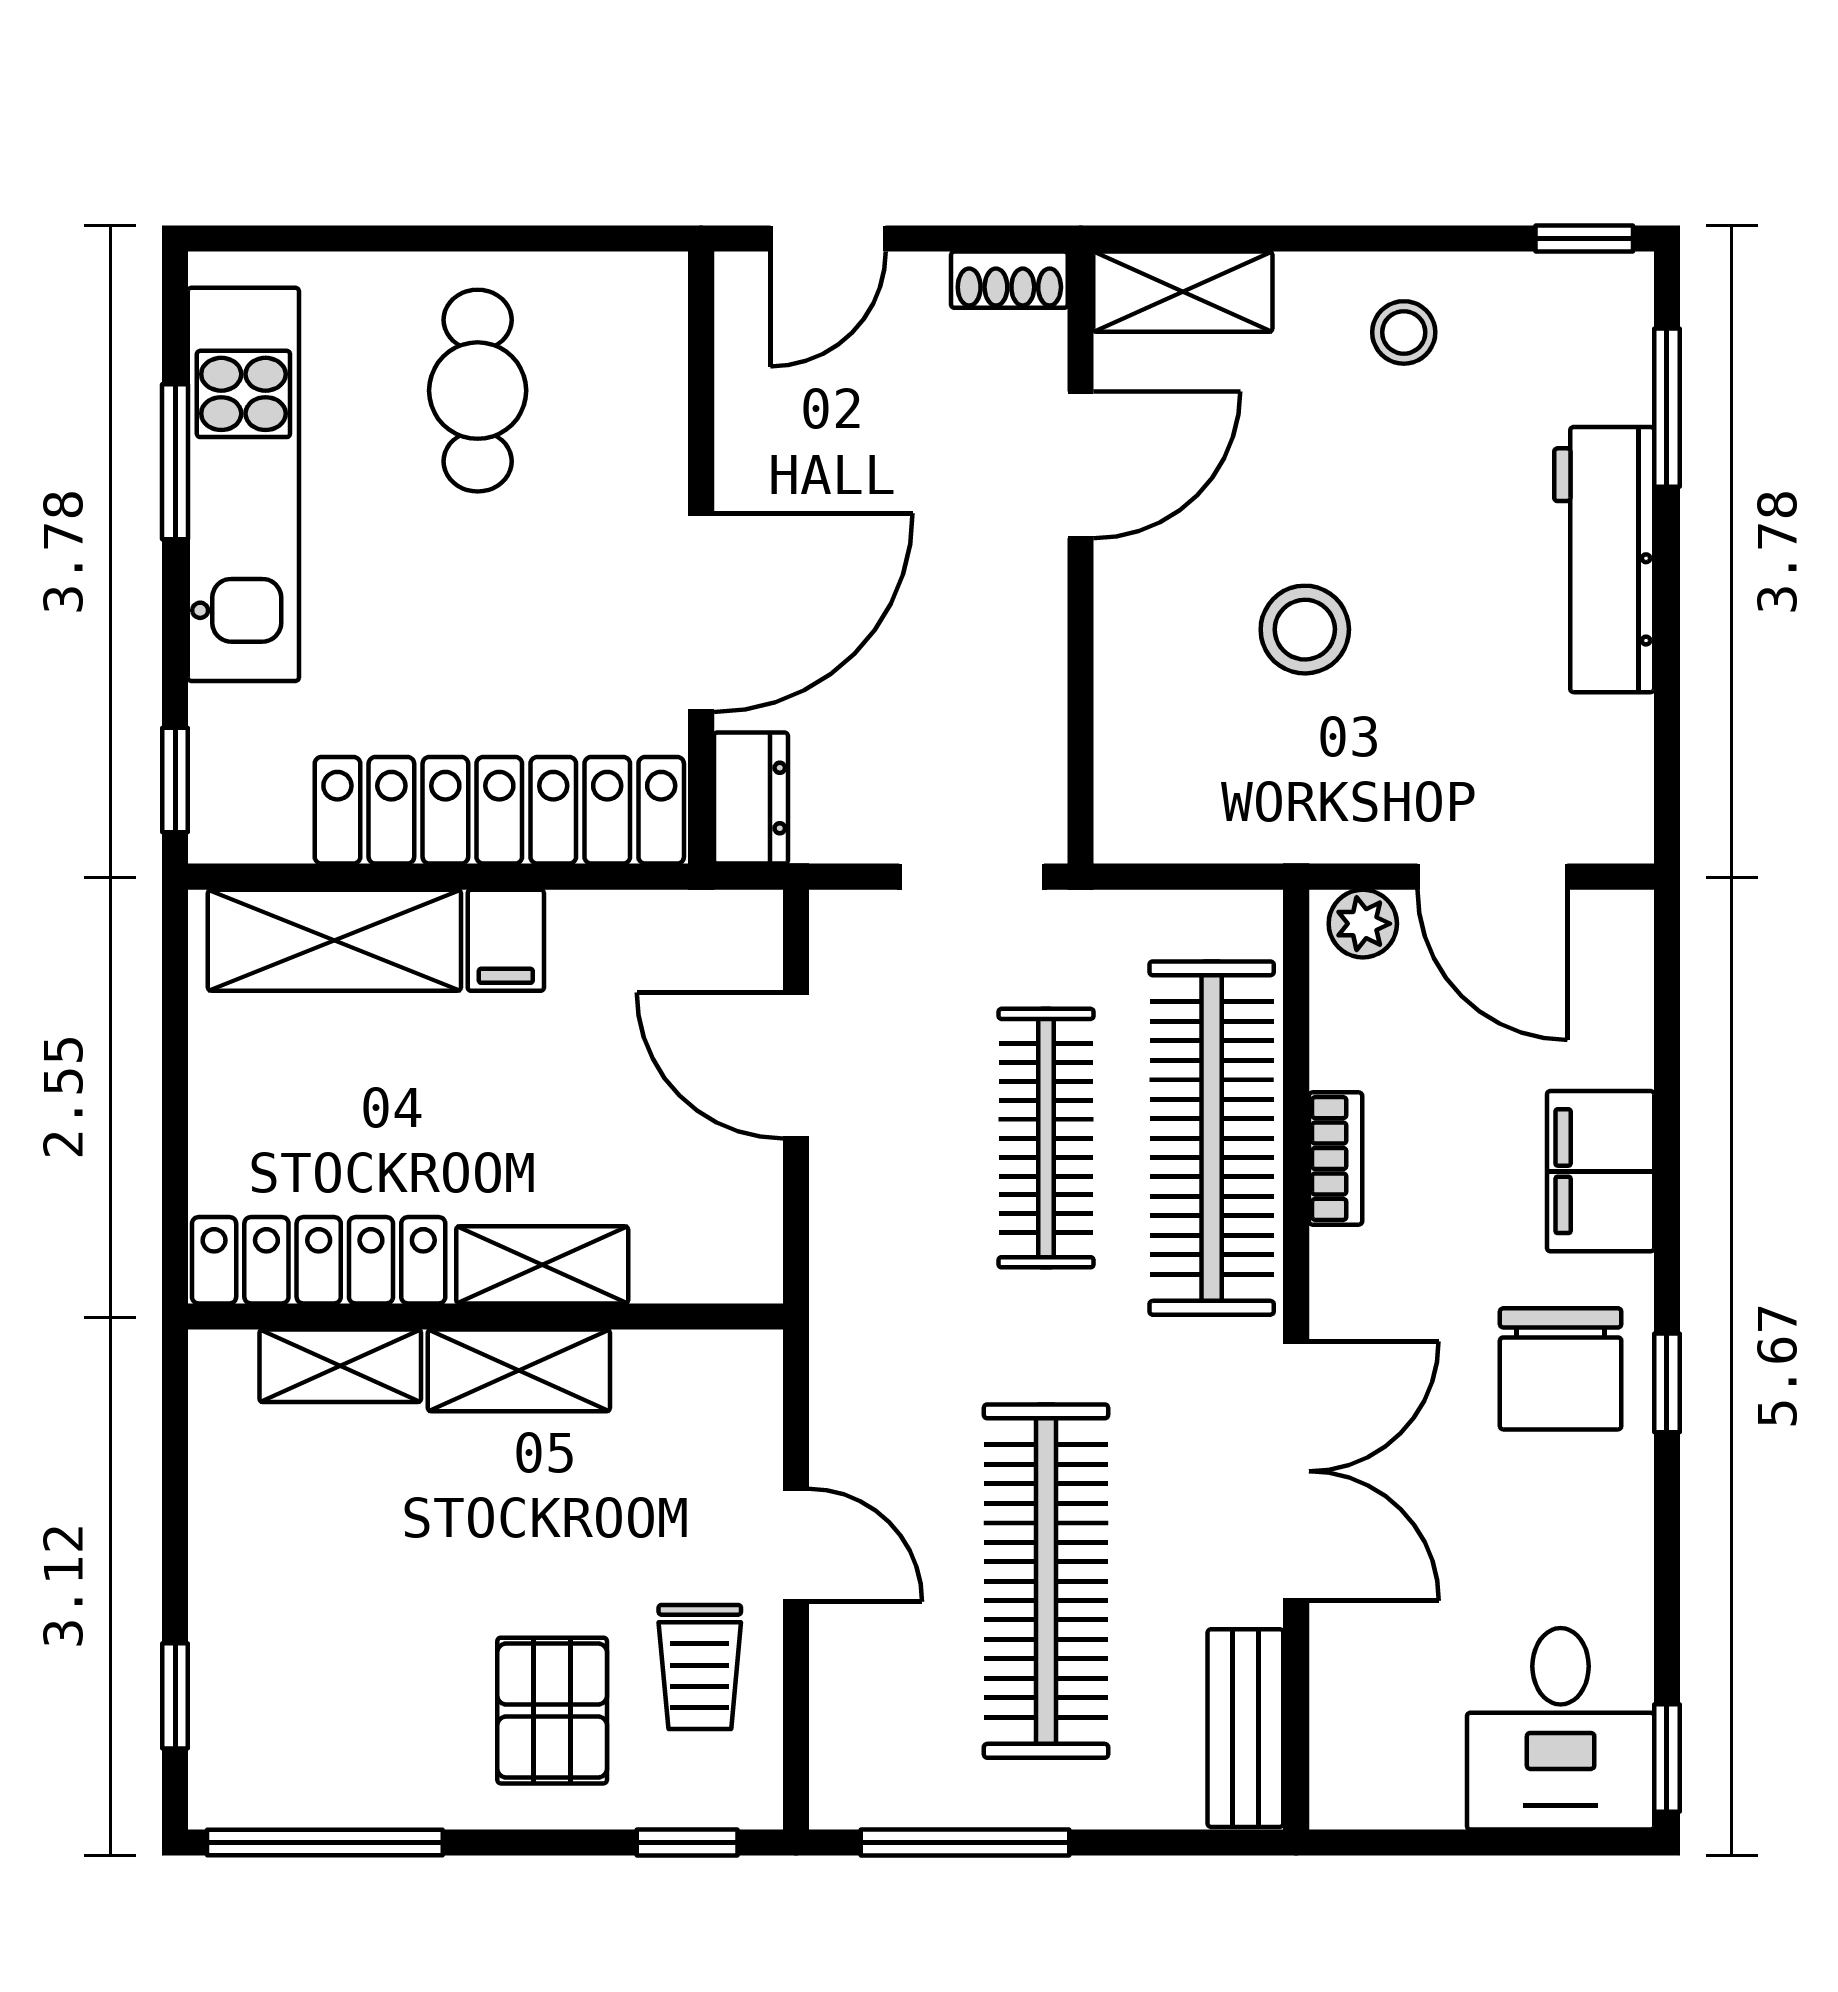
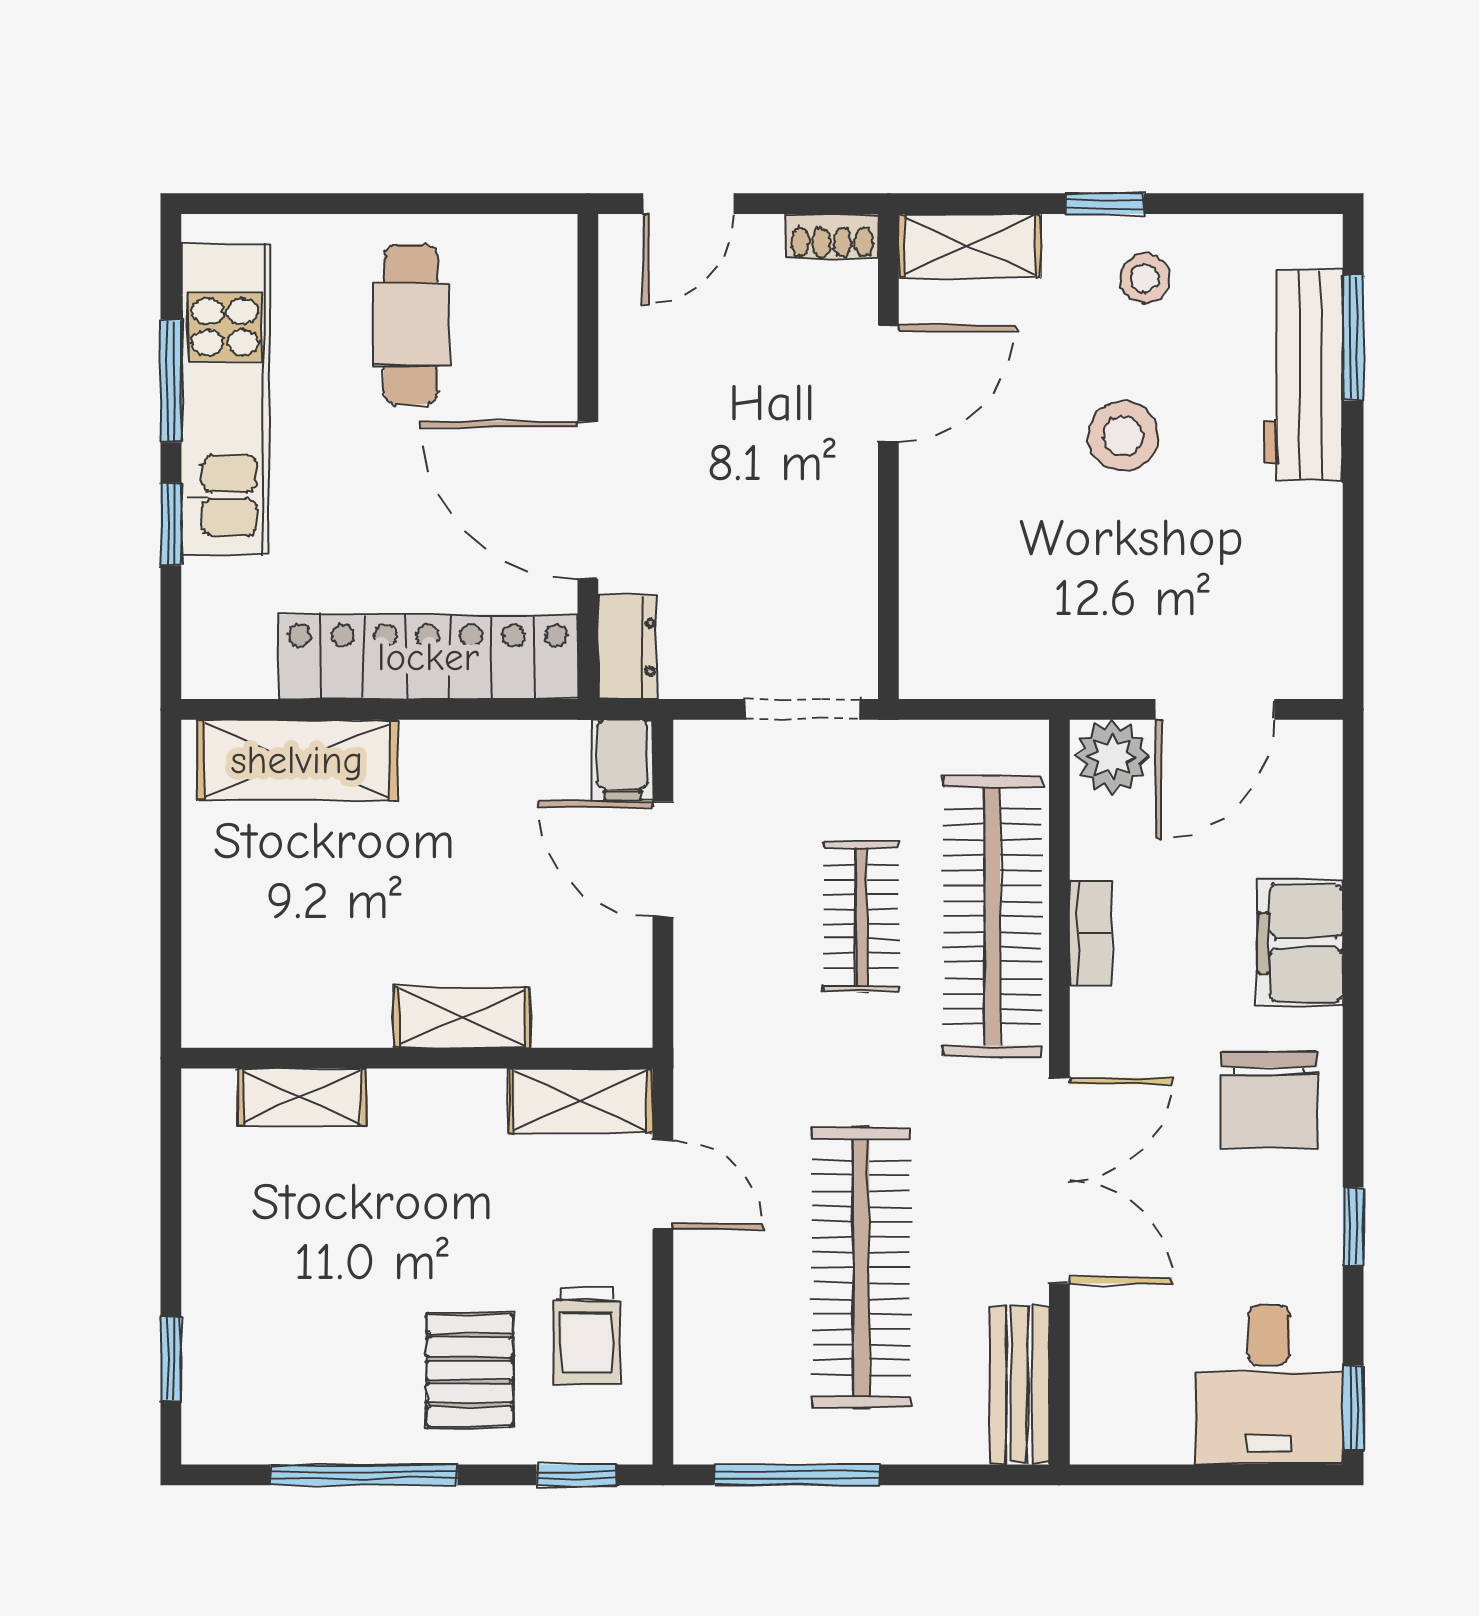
window: (1584, 238) -> (1105, 204), moved
workbench: (1604, 560) -> (1303, 374), moved
door: (701, 612) -> (588, 500), swing flipped
stool: (1305, 630) -> (1123, 436), moved
window: (175, 780) -> (171, 524), moved
door: (1492, 877) -> (1215, 709), hinge flipped
plant: (1363, 924) -> (1112, 757), width x1.38, depth x1.38
filing cabinet: (506, 940) -> (623, 760), moved
clothes rail: (1046, 1138) -> (861, 917), width x0.73
locker: (319, 1260) -> (285, 1013), removed
shelving: (519, 1370) -> (581, 1101), moved
window: (1667, 1383) -> (1353, 1227), moved
door: (796, 1545) -> (663, 1185), moved
window: (325, 1843) -> (364, 1475), moved

